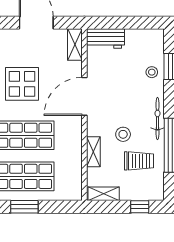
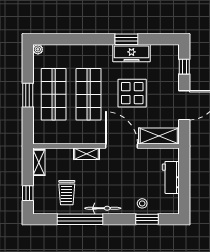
workbench: (106, 38) -> (171, 177), moved
shelving: (75, 45) -> (159, 136), width x1.50, depth x1.33
stool: (123, 134) -> (89, 179), removed
shelving: (93, 152) -> (86, 154), moved

